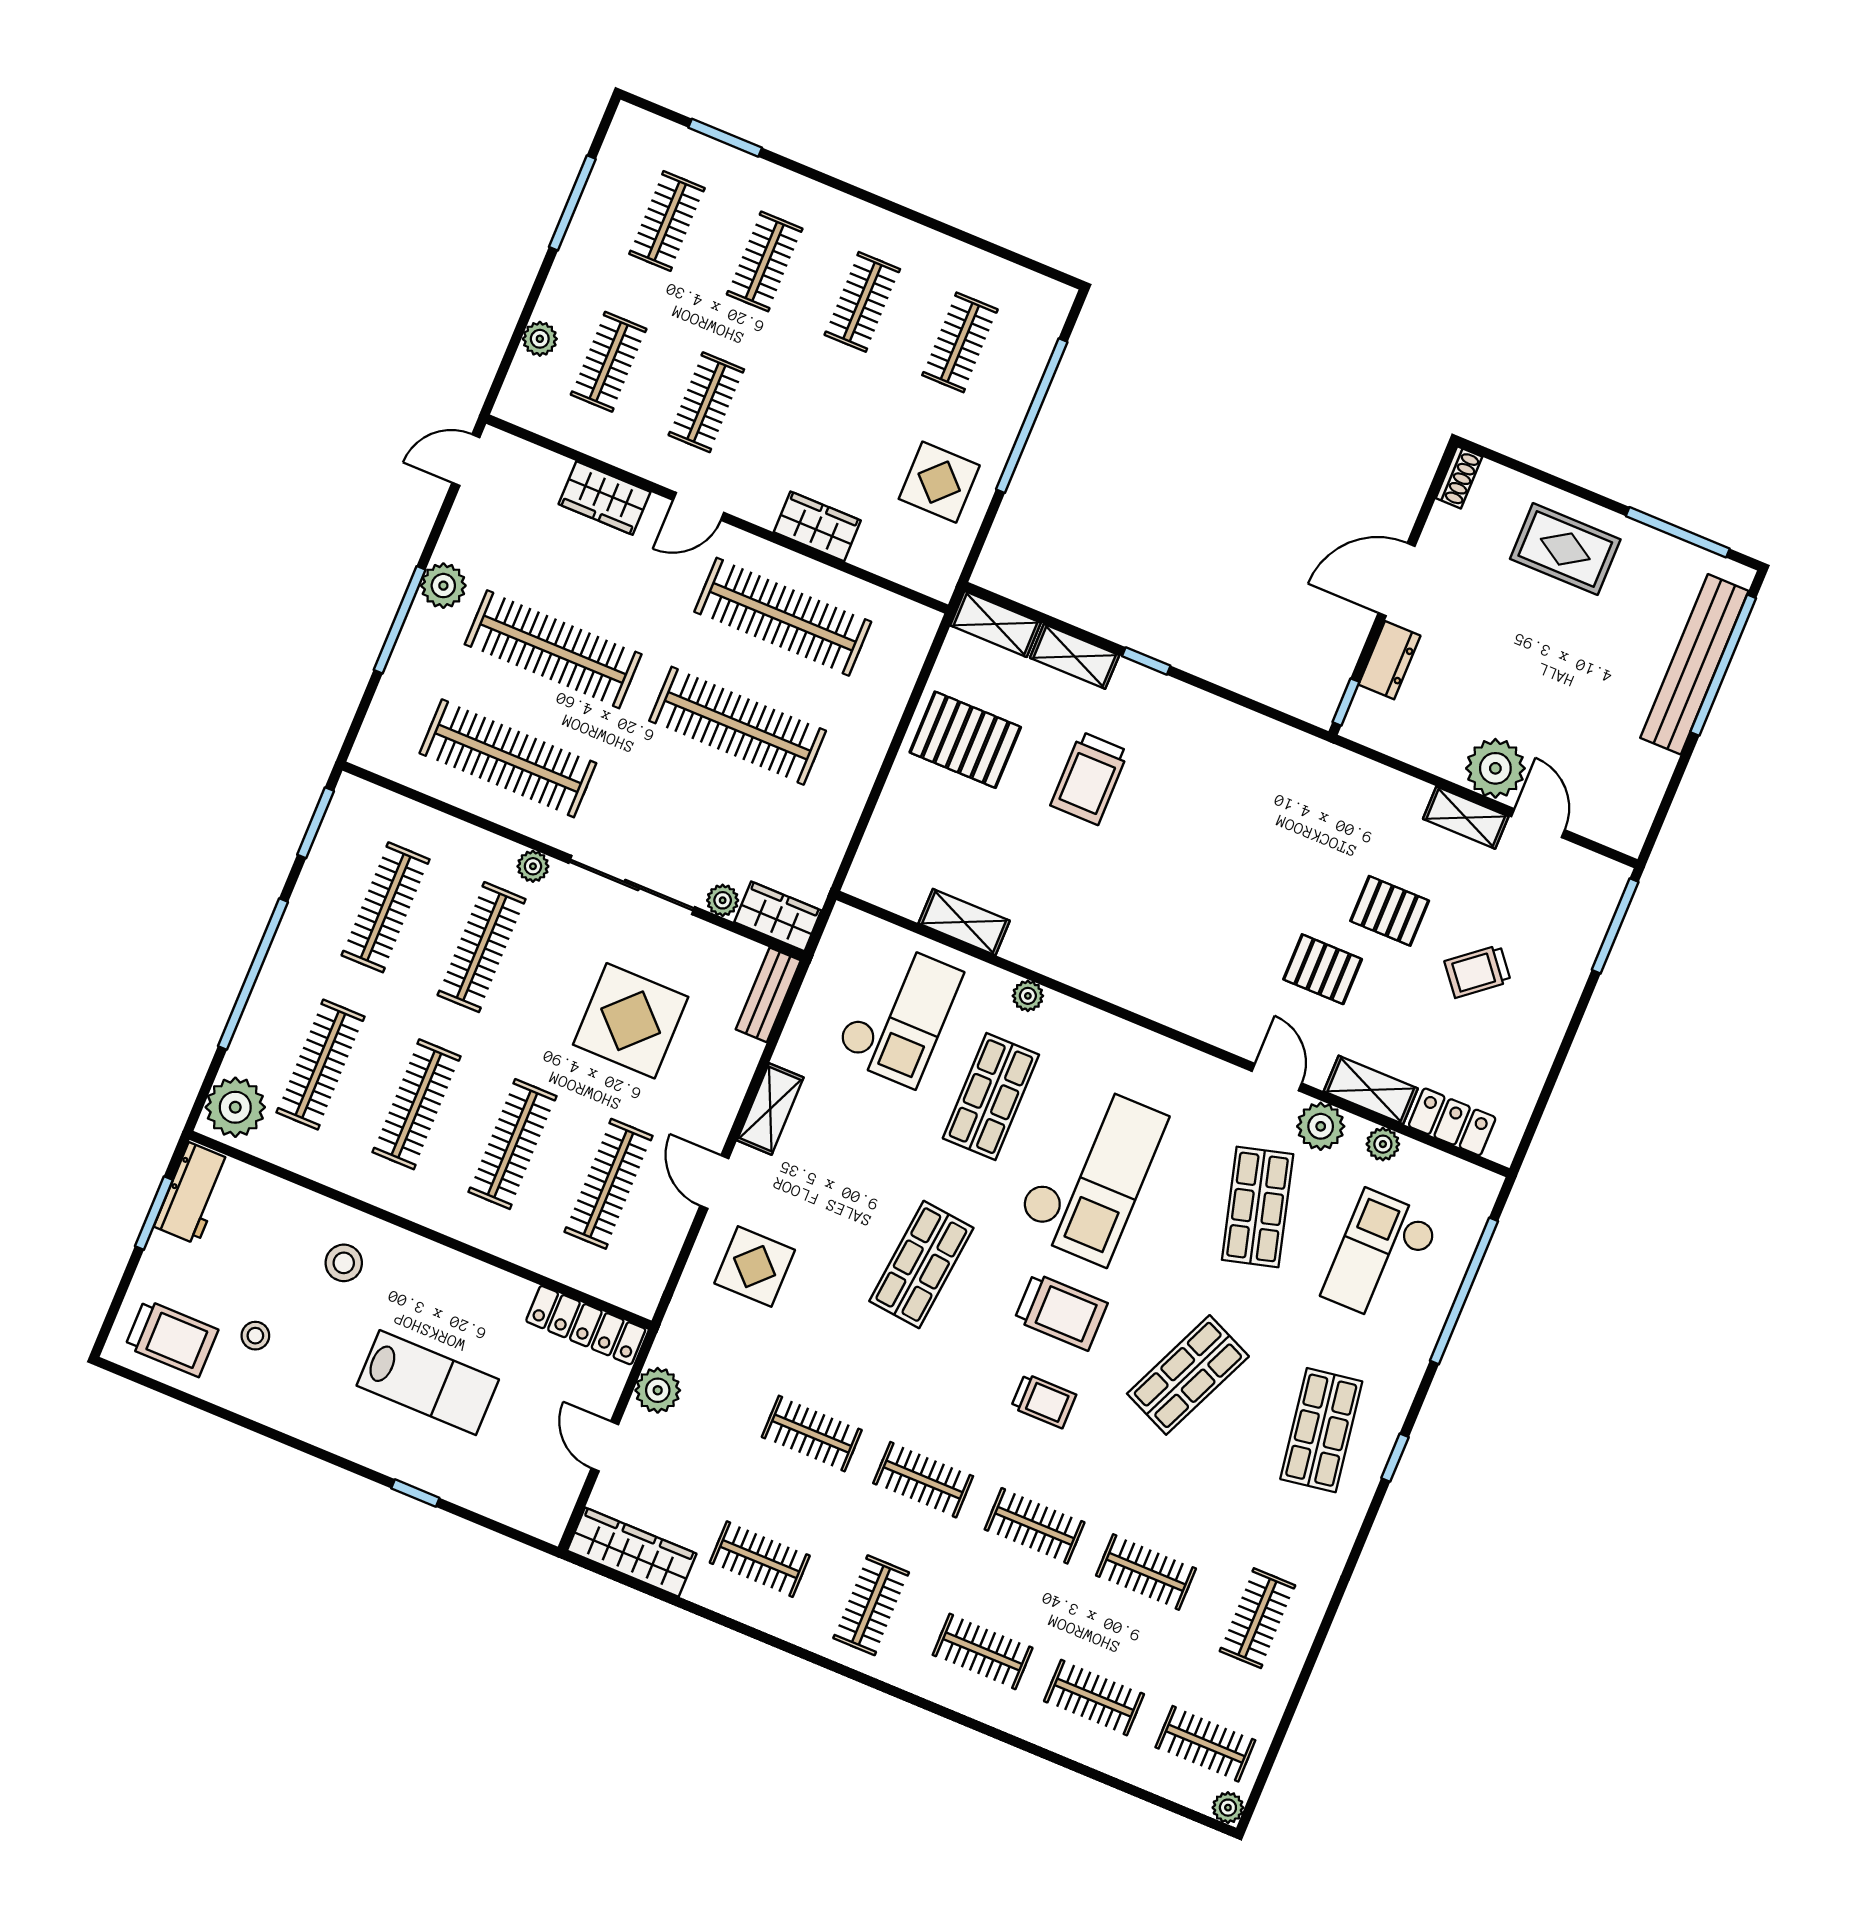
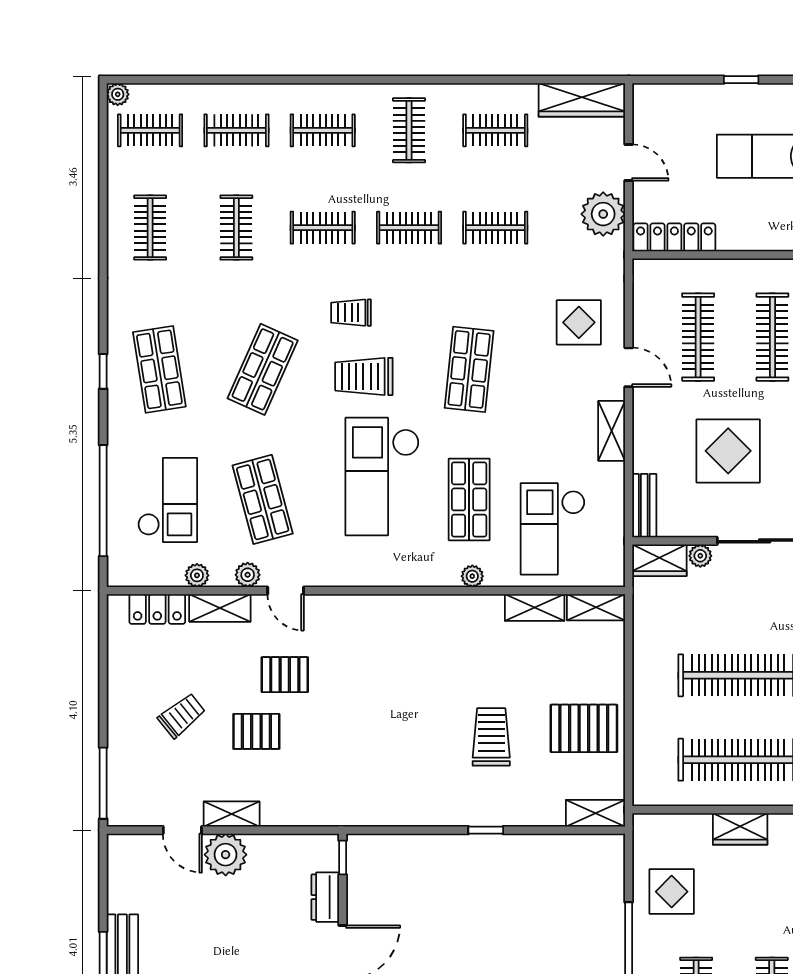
shelving: (1075, 656) -> (596, 607), moved
plant: (1321, 1126) -> (248, 575), width x0.73, depth x0.73
plant: (658, 1390) -> (603, 214), width x1.36, depth x1.36
clothes rail: (1146, 1572) -> (236, 228), turned 90

